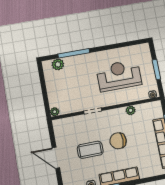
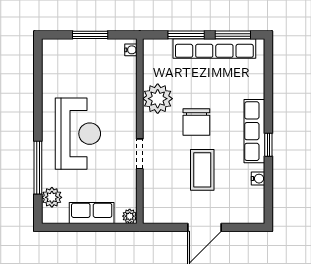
reception desk: (119, 76) -> (78, 134), moved, turned 180
row of seats: (53, 89) -> (92, 213), added
plant: (131, 110) -> (158, 99), width x1.88, depth x1.88

